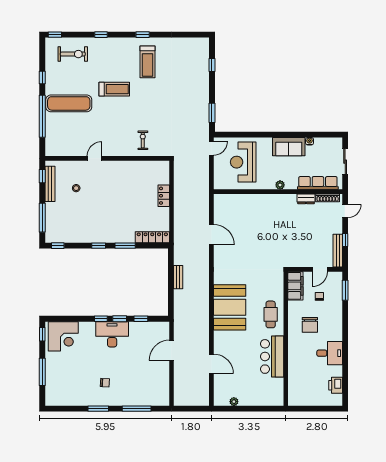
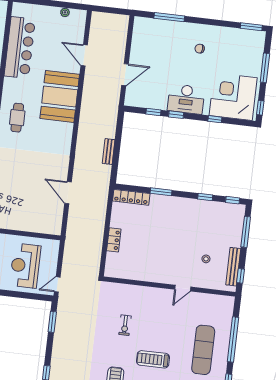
exercise mat: (69, 103) -> (203, 350), turned 90
exercise bike: (143, 140) -> (125, 325), moved
reception desk: (243, 162) -> (25, 266), turned 180
window: (99, 246) -> (205, 197), moved
booth: (230, 307) -> (60, 96), moved
cafe table: (271, 314) -> (17, 118), moved
window: (101, 319) -> (215, 119), moved
corner desk: (63, 336) -> (233, 97), width x1.36, depth x1.36
bar counter: (272, 356) -> (20, 48), width x1.36
window: (98, 409) -> (251, 27), moved

